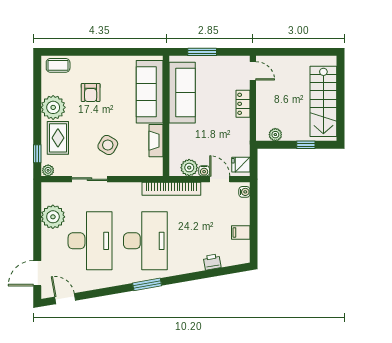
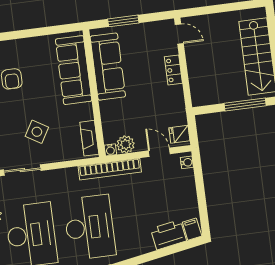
plant: (275, 135) -> (212, 98), removed
fireplace: (156, 141) -> (89, 138), moved
window: (306, 145) -> (245, 105), width x2.17
water cooler: (204, 171) -> (110, 150), moved
filing cabinet: (241, 232) -> (192, 229), moved, turned 80
printer: (212, 262) -> (168, 235), width x1.87, depth x1.48

